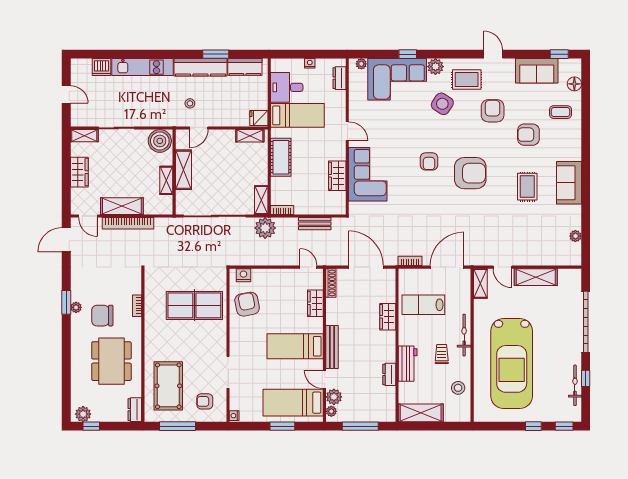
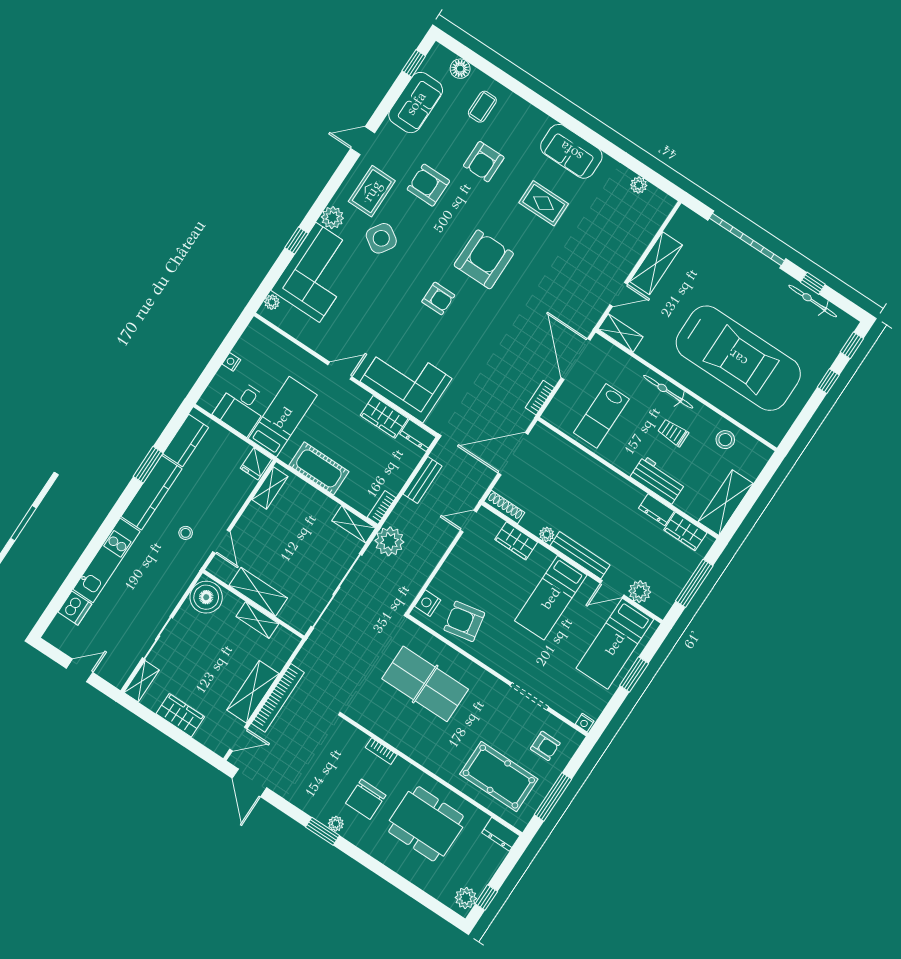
dresser: (339, 78) -> (418, 435), moved
table tennis table: (194, 305) -> (425, 684), turned 90
wardrobe: (388, 317) -> (685, 531), moved
armchair: (205, 401) -> (545, 746), turned -90
plant: (331, 411) -> (547, 534), moved

